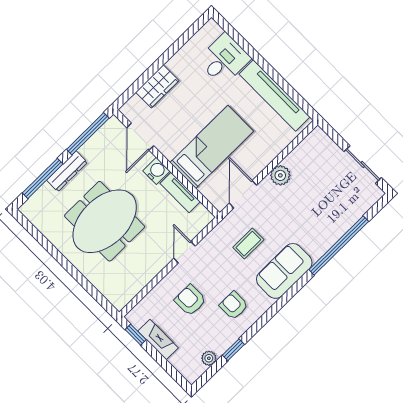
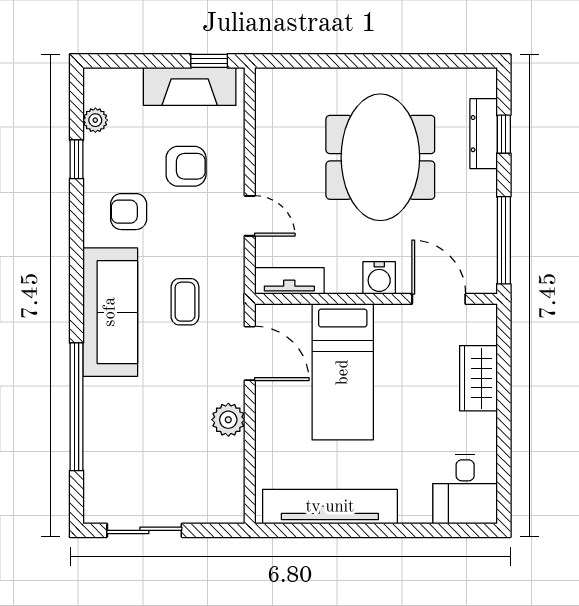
desk: (224, 59) -> (465, 489), moved
dresser: (67, 171) -> (484, 134), moved
window: (43, 178) -> (504, 134), width x0.46
tv unit: (180, 192) -> (289, 281), moved
sofa: (284, 271) -> (110, 312), width x1.36
armchair: (234, 306) -> (129, 212), turned 180
fireplace: (158, 339) -> (190, 86), width x1.37, depth x1.32

